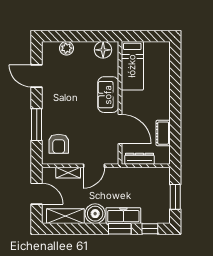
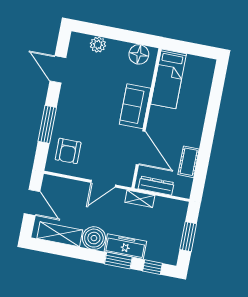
shelving: (68, 173) -> (140, 199), moved

